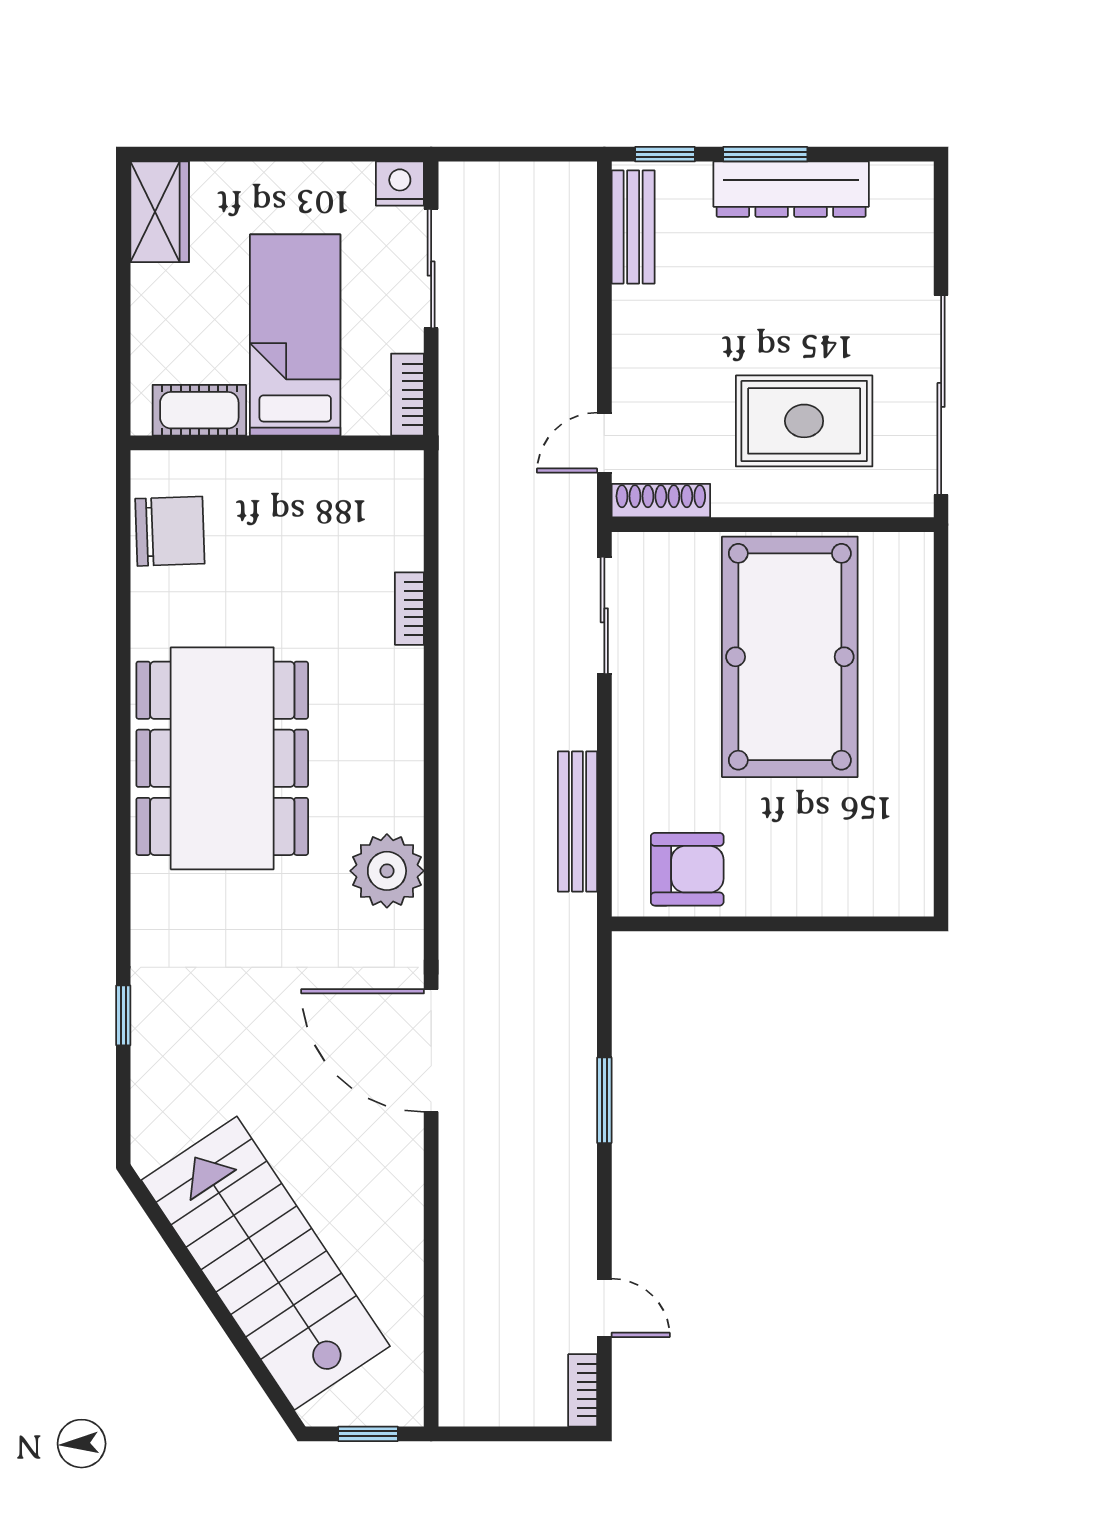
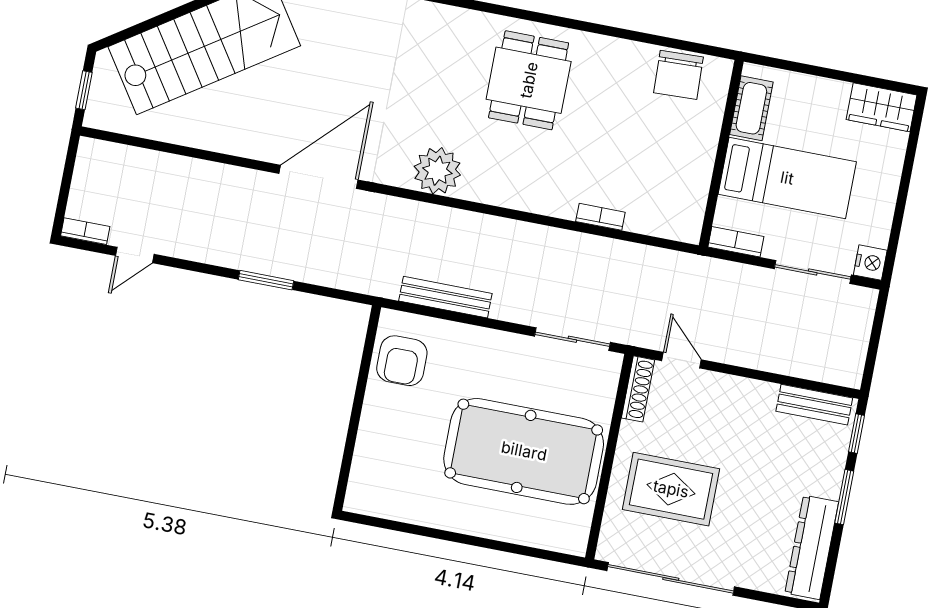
dresser: (791, 189) -> (812, 547), moved
rug: (804, 421) -> (671, 489), turned 90
dining table: (222, 758) -> (529, 80), width x0.53, depth x0.80

